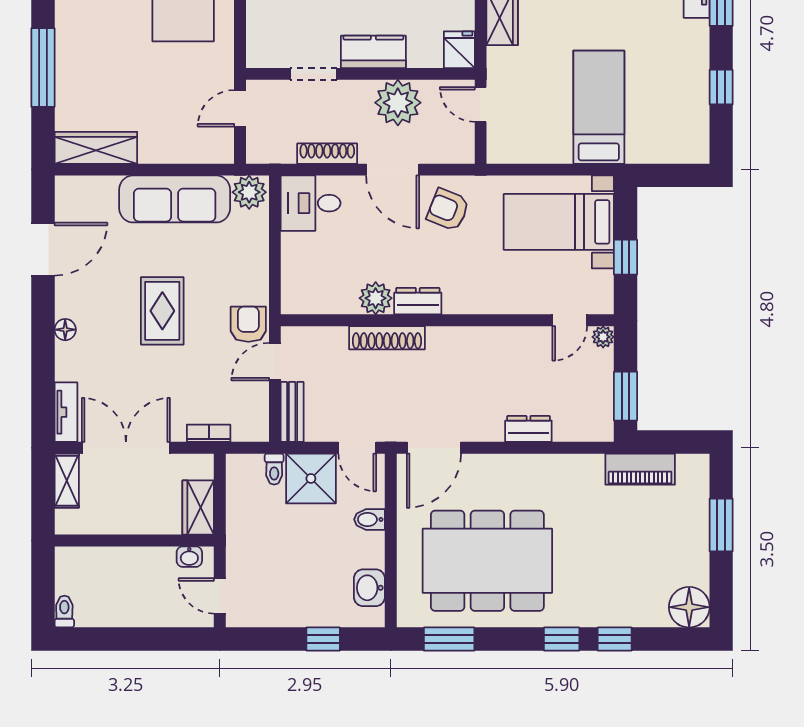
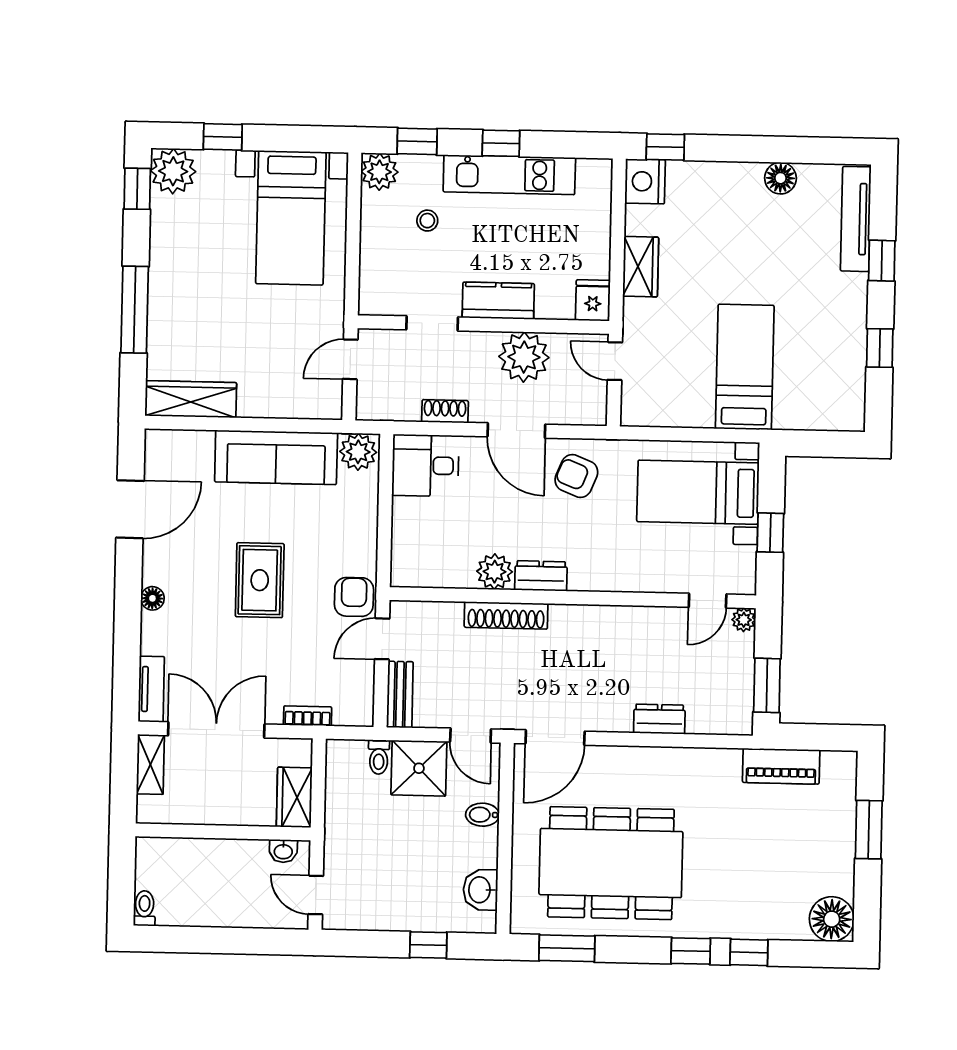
shoe rack: (327, 154) -> (445, 411), width x0.70

